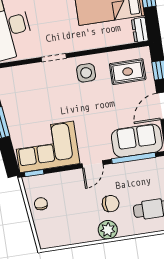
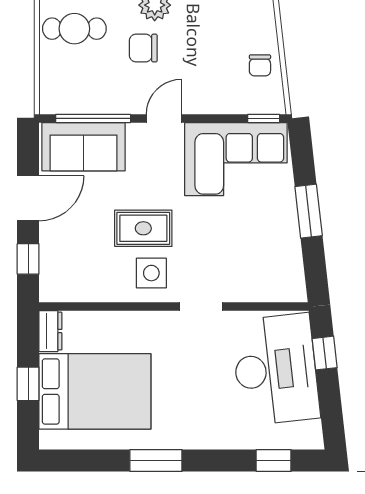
rug: (128, 72) -> (143, 228), moved

